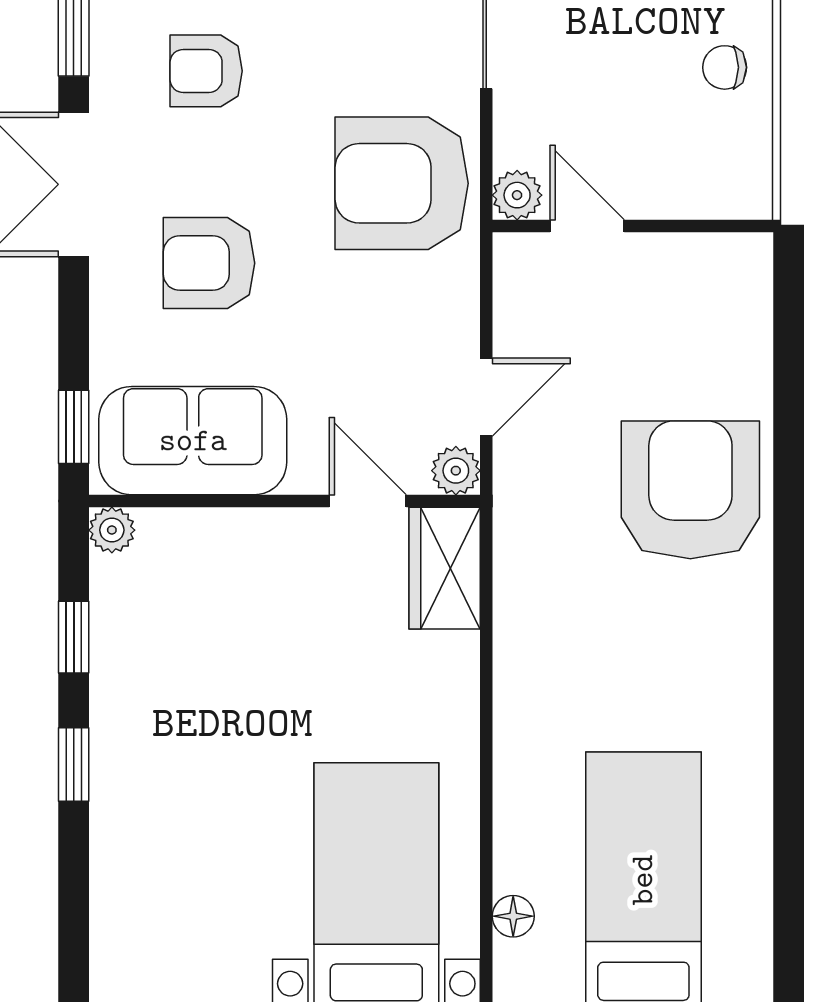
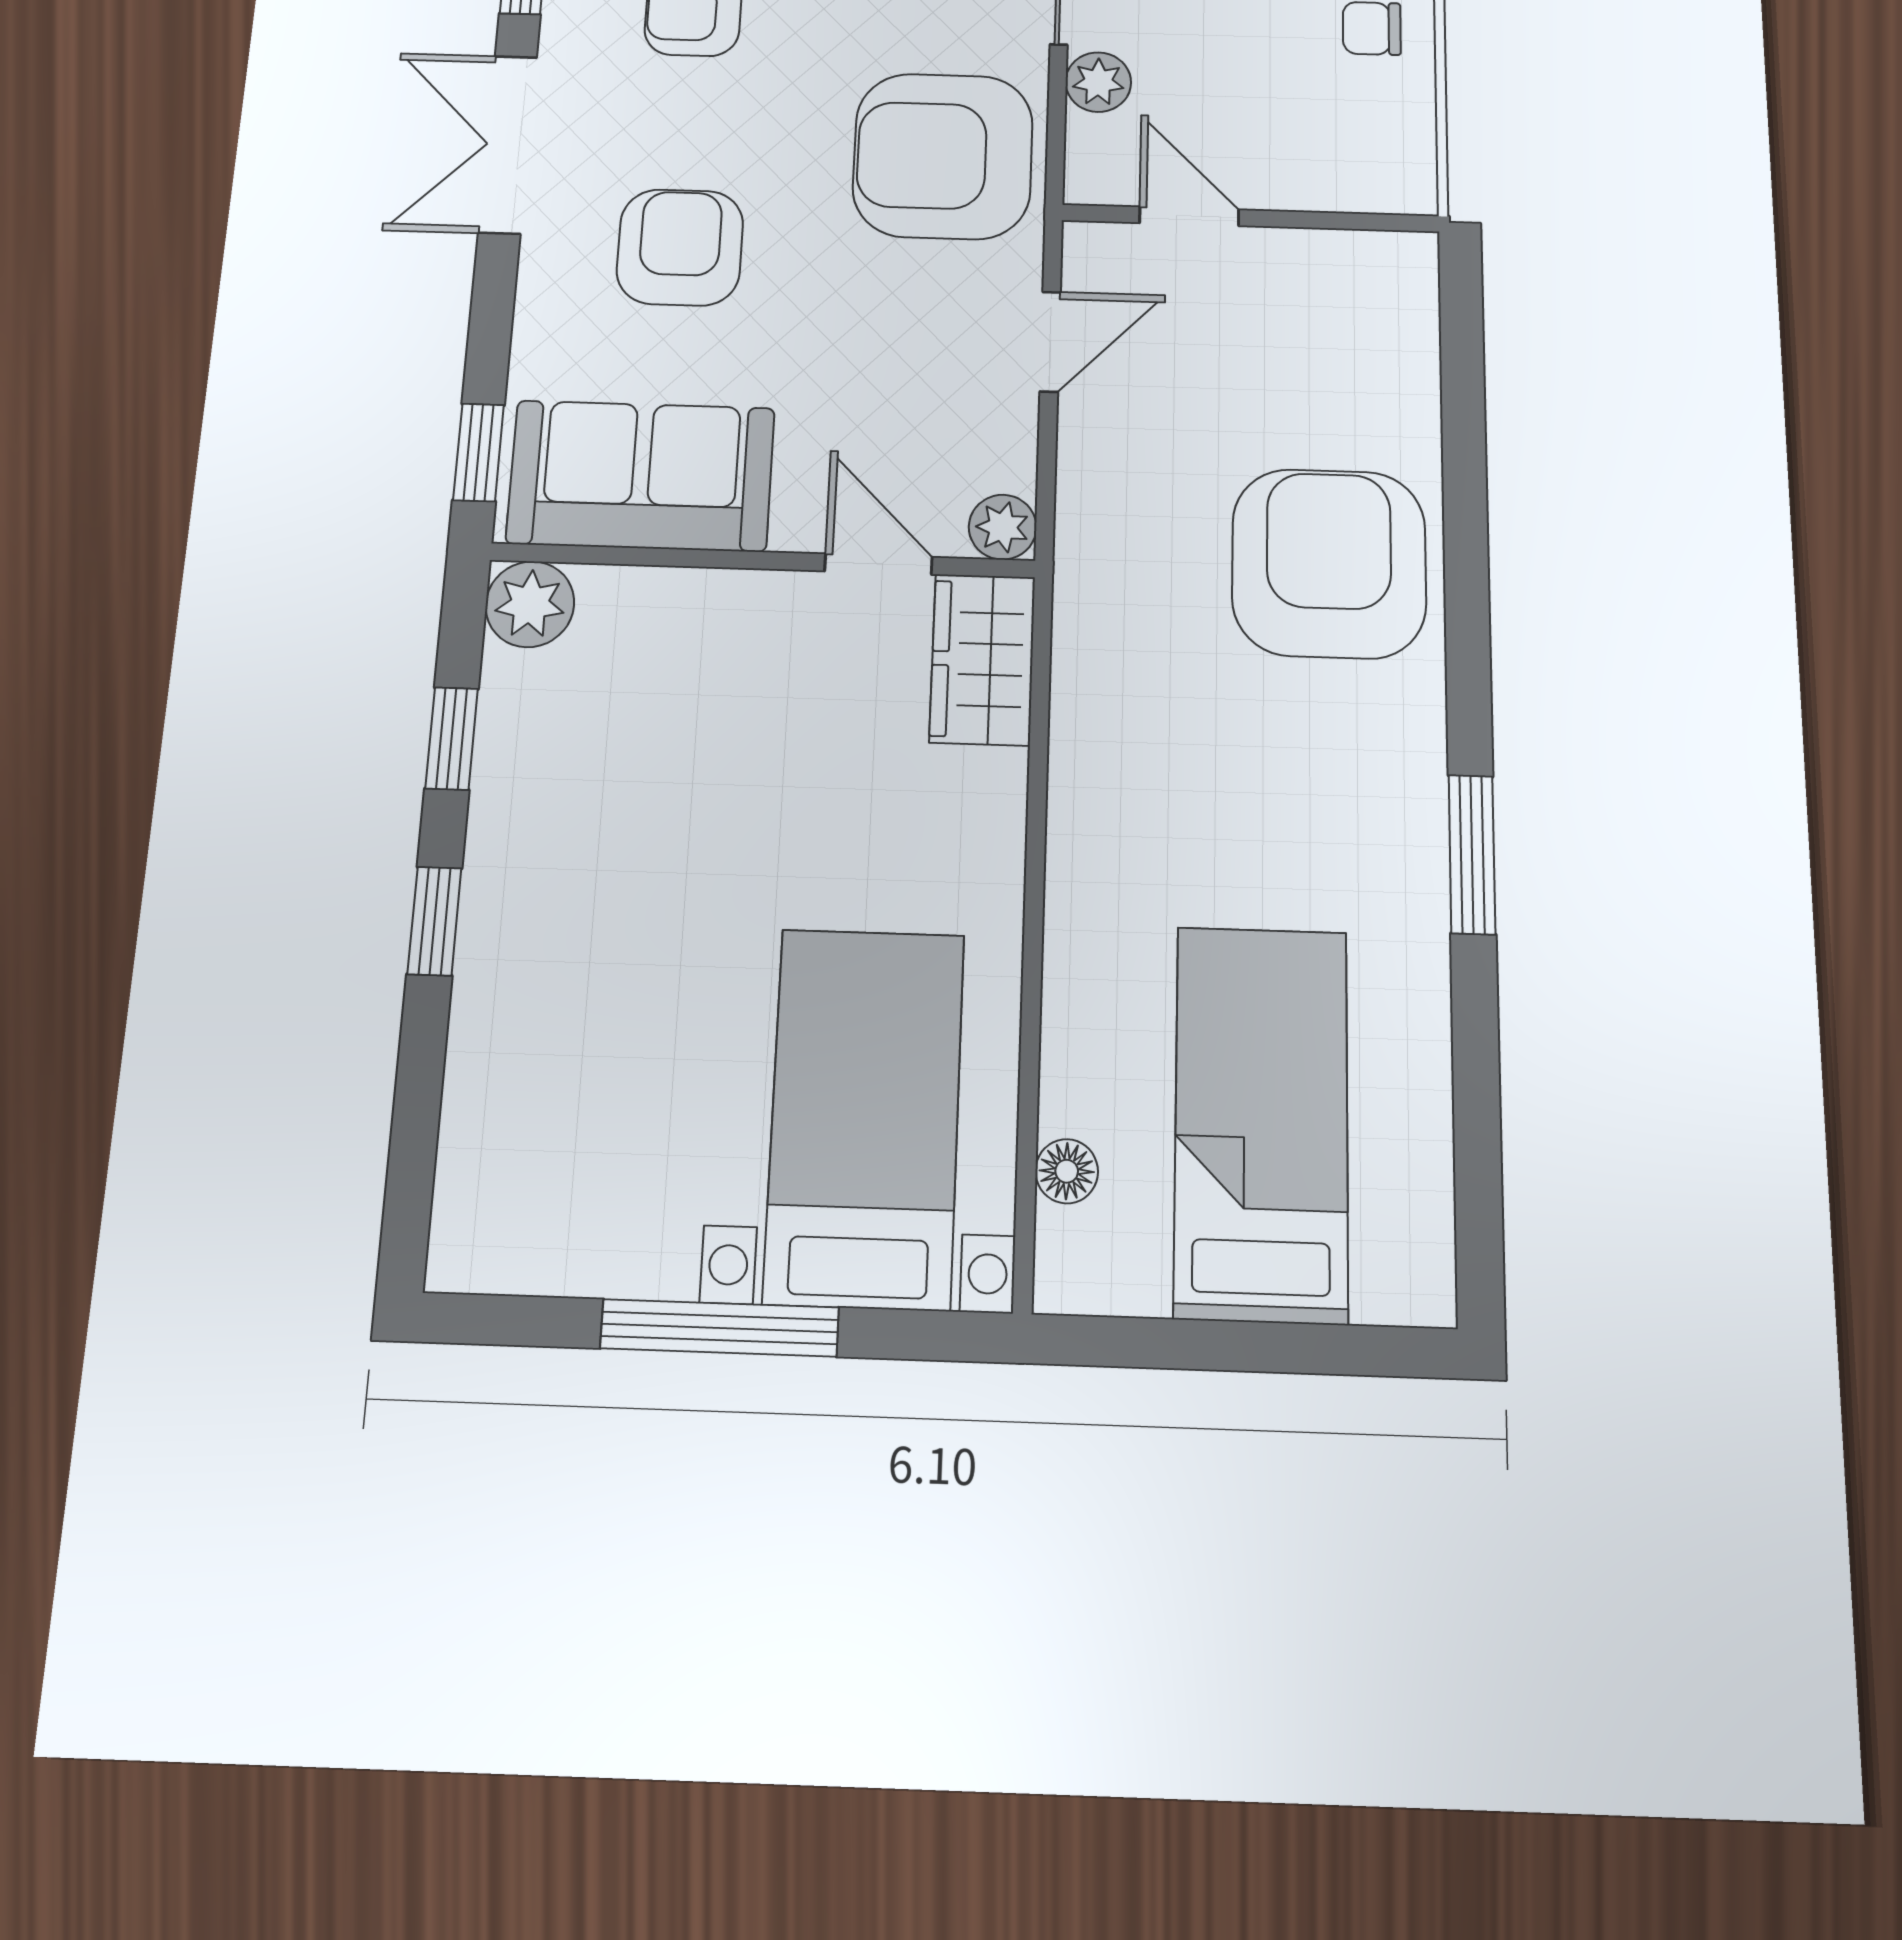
plant: (517, 195) -> (1098, 82), moved
armchair: (209, 263) -> (680, 247), turned 90
door: (486, 397) -> (1050, 342), moved
plant: (112, 530) -> (530, 604), width x1.38, depth x1.38
window: (789, 695) -> (1472, 854), added

